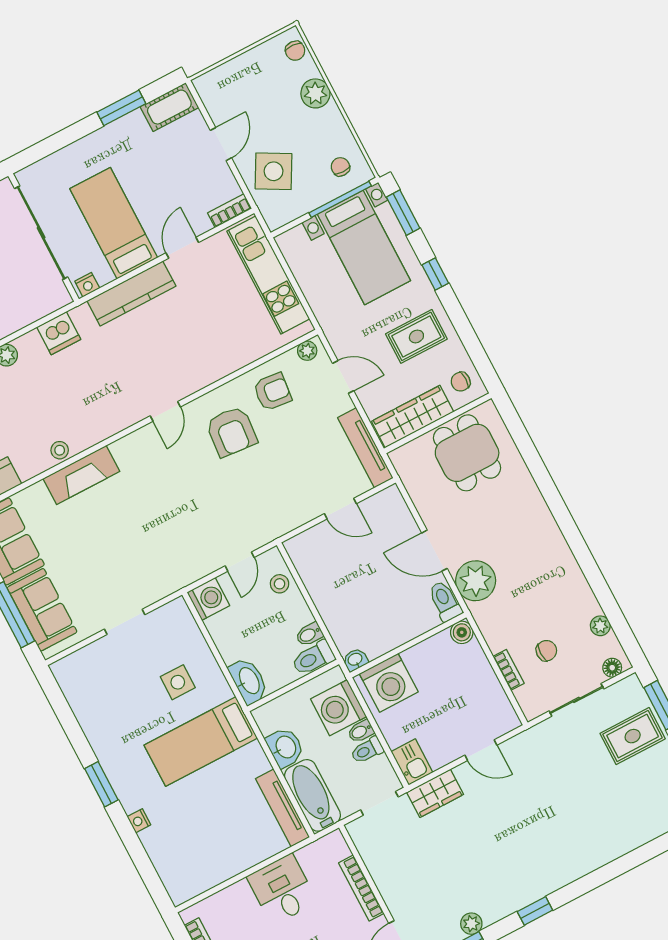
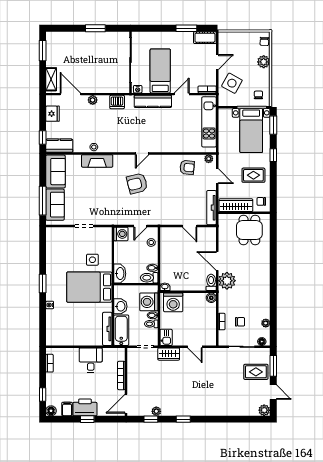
armchair: (231, 432) -> (137, 183), moved, turned 71
bed: (201, 742) -> (89, 287), width x1.50

